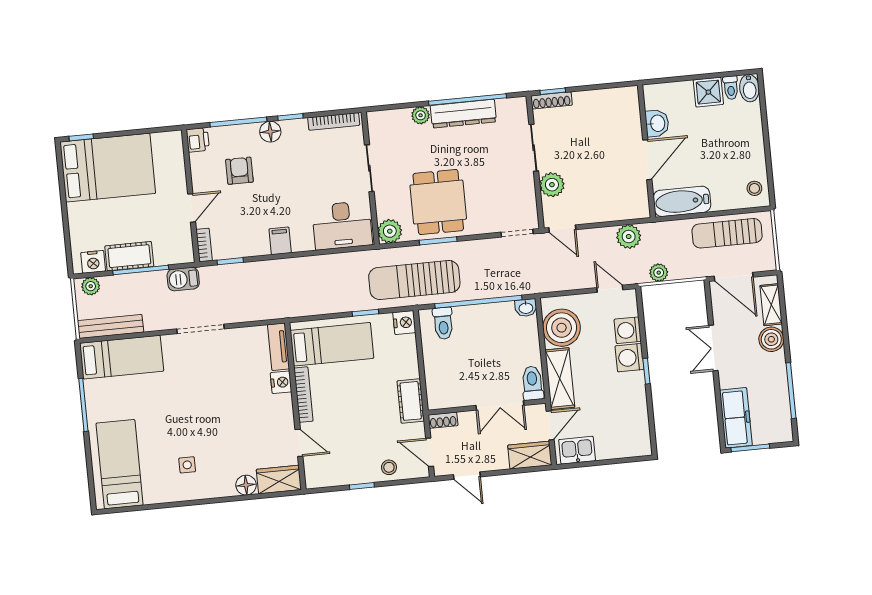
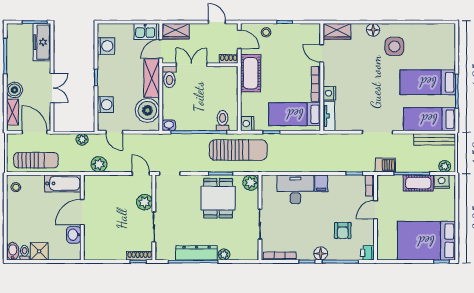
desk: (342, 225) -> (295, 189), moved
washing machine: (630, 358) -> (106, 46), moved
cot: (411, 401) -> (251, 73), width x1.37, depth x1.34
bed: (120, 464) -> (428, 82), moved, turned 90
side table: (187, 465) -> (394, 46), width x1.87, depth x1.87
floor lamp: (246, 485) -> (373, 30), moved

